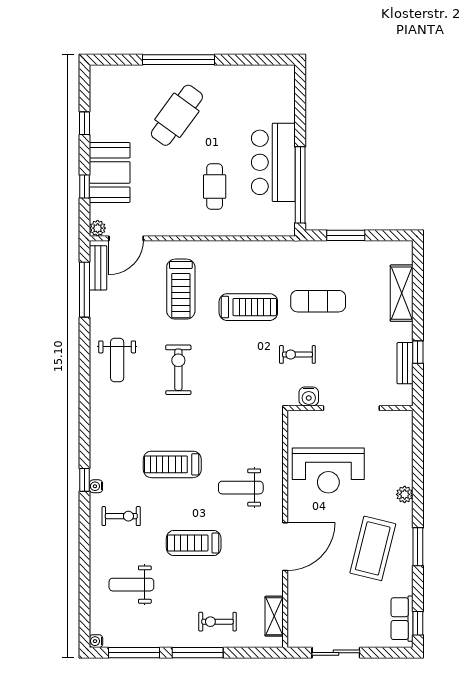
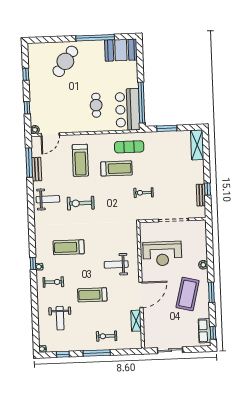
window: (178, 60) -> (95, 38), moved
cafe table: (177, 115) -> (65, 61), moved
bar counter: (273, 162) -> (128, 110), moved
booth: (110, 172) -> (121, 50), moved, turned 90
bench: (98, 268) -> (37, 169), moved
shelving: (402, 293) -> (197, 145), moved
exercise mat: (318, 301) -> (129, 147), moved
weight bench: (117, 360) -> (48, 199), turned -90
exercise bike: (178, 370) -> (81, 203), turned -90
water cooler: (309, 396) -> (150, 215), removed
treadmill: (172, 464) -> (69, 247), moved
weight bench: (131, 585) -> (60, 318), turned -90
shelving: (274, 616) -> (136, 321), moved
window: (134, 653) -> (63, 354), width x0.46

